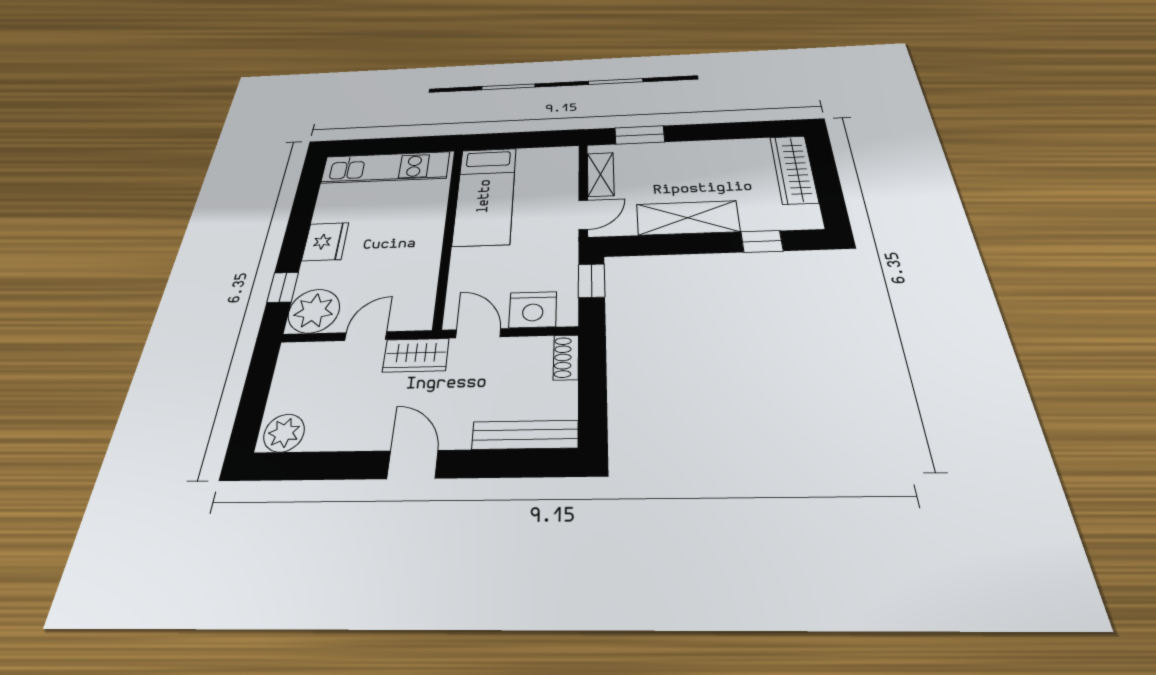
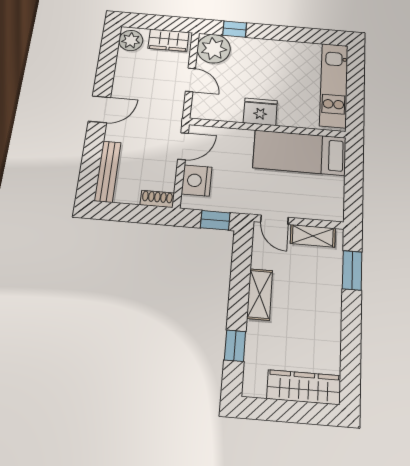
shelving: (688, 218) -> (260, 294), width x0.67, depth x0.75
fridge: (325, 242) -> (260, 112), moved, turned 180
wardrobe: (416, 355) -> (169, 40), moved, turned -90

